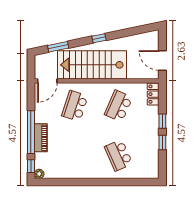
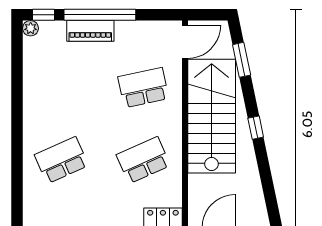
door: (47, 81) -> (185, 42), swing flipped
school desk: (75, 106) -> (143, 88), turned -30
school desk: (119, 106) -> (143, 160), turned -48

